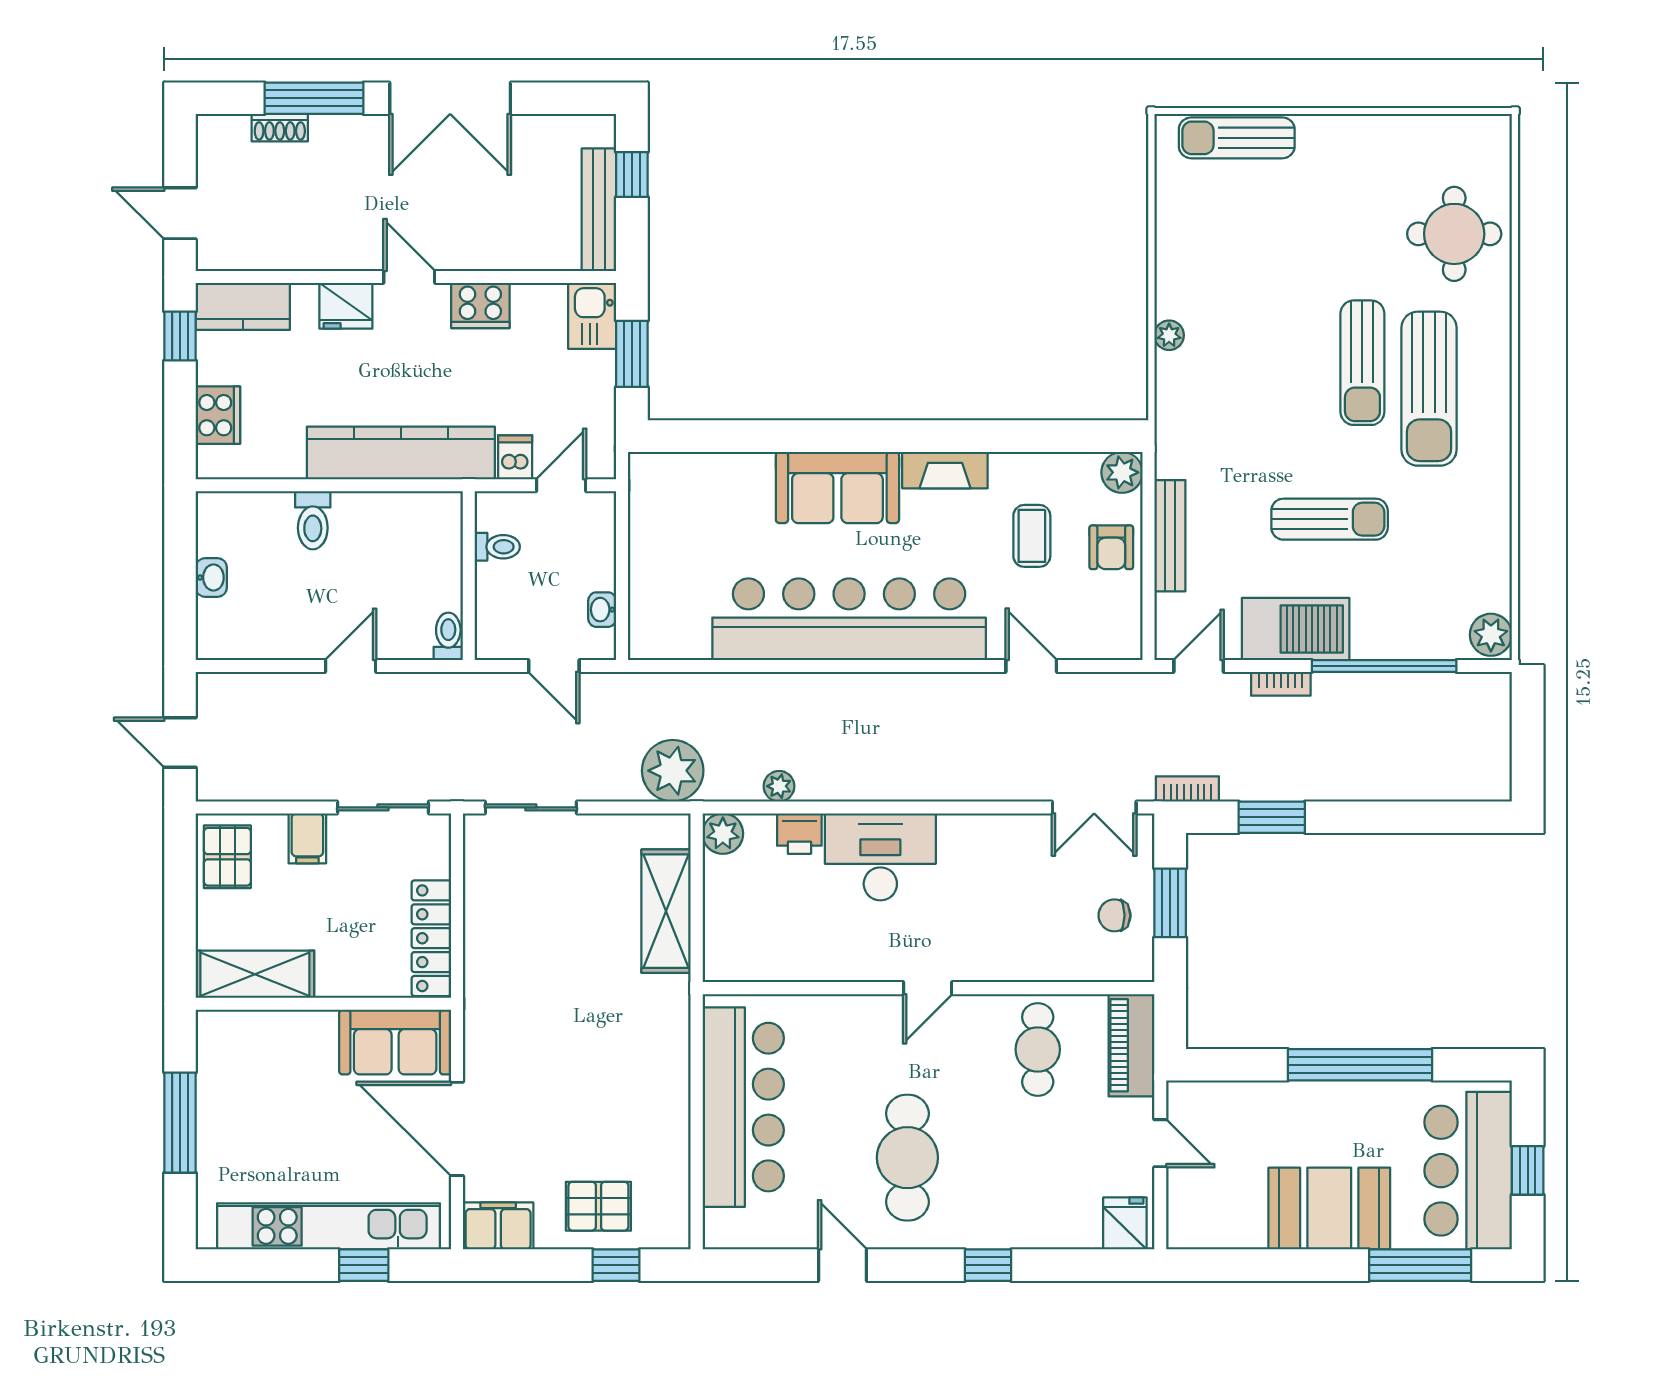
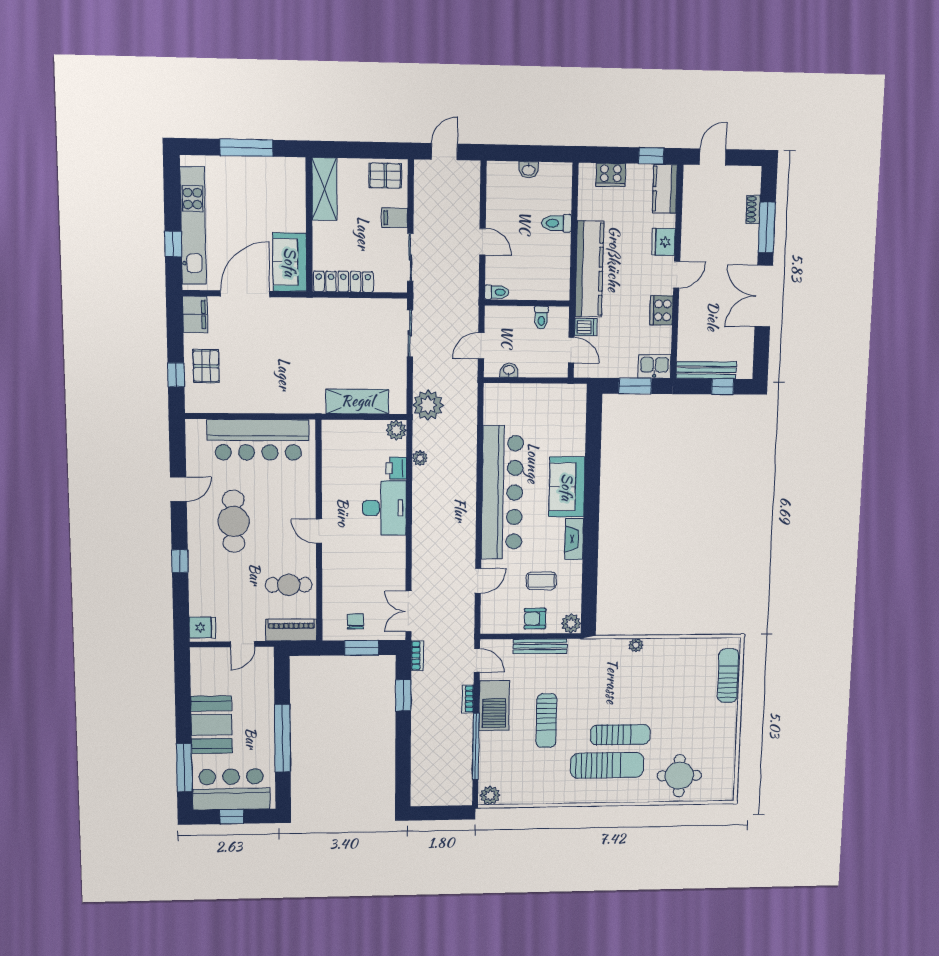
sun lounger: (1362, 363) -> (620, 735), turned 180
sun lounger: (1429, 389) -> (607, 765), turned 180
cafe table: (907, 1158) -> (234, 521), turned 90

